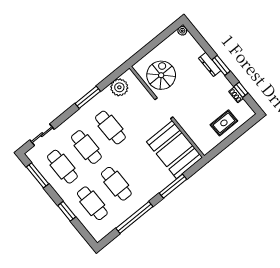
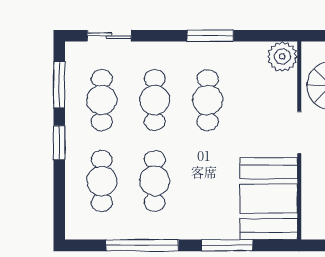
plant: (119, 87) -> (282, 56), moved
window: (67, 211) -> (59, 143), moved

